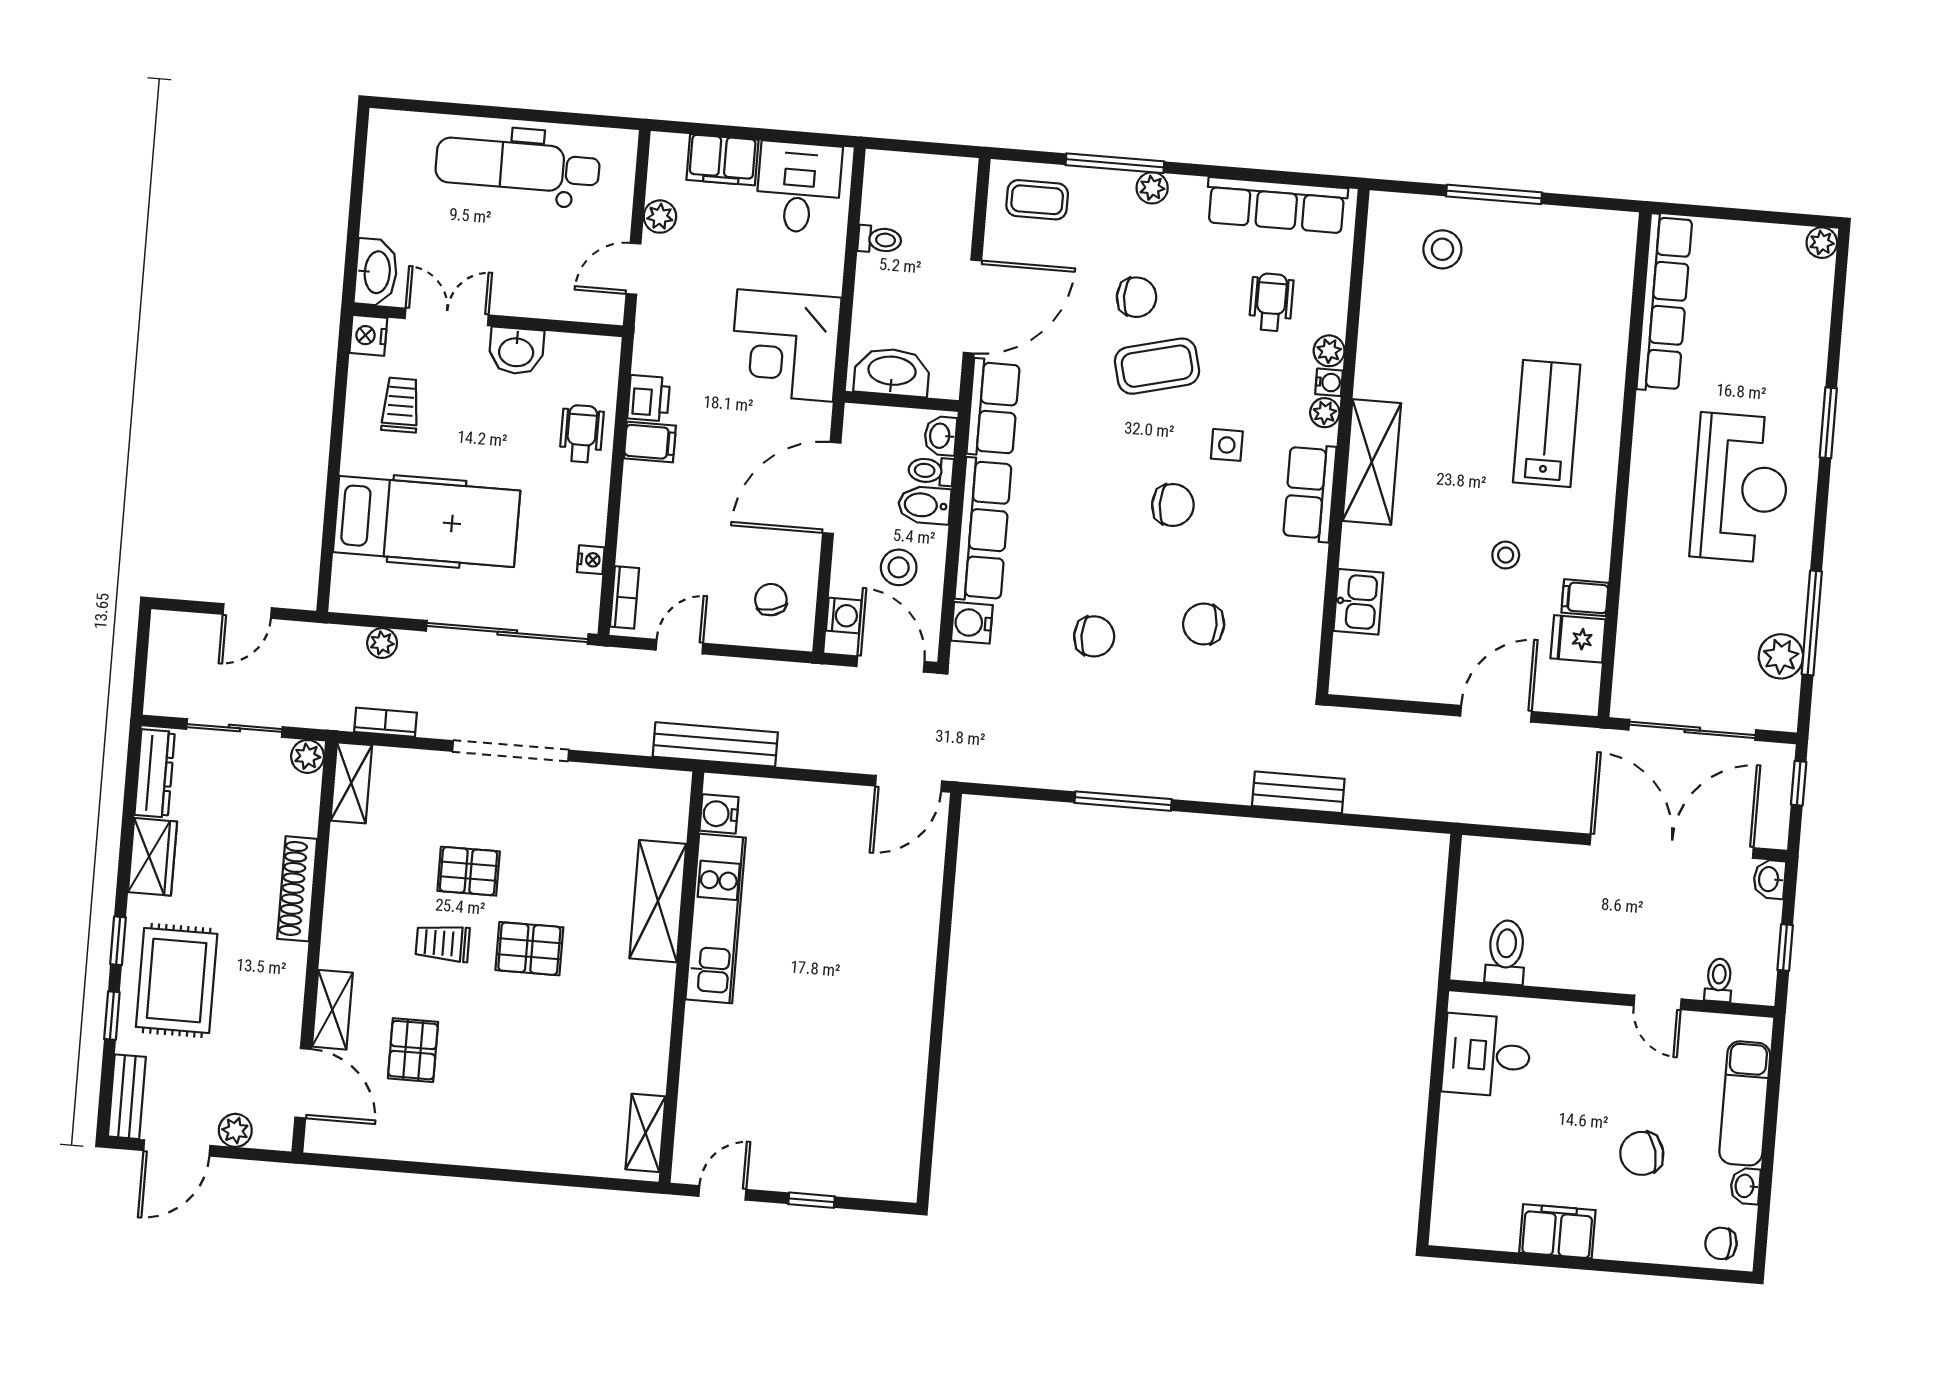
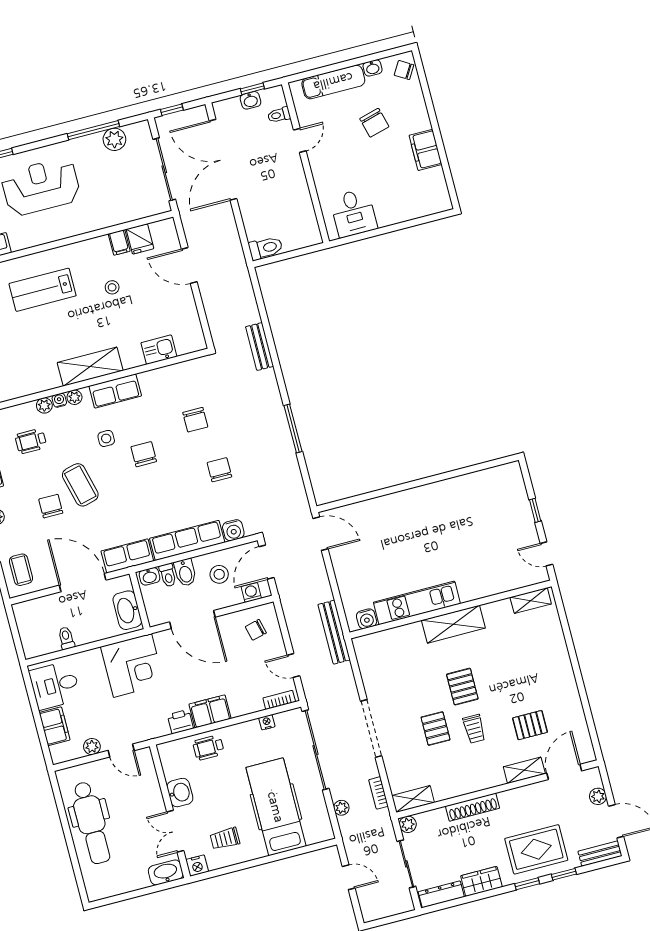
filing cabinet: (650, 442) -> (210, 711), width x2.00
washbasin: (1769, 879) -> (251, 100), moved
shelving: (658, 901) -> (453, 624), moved
toilet: (1506, 952) -> (266, 248), moved, turned 180
chair: (1721, 1243) -> (404, 70), turned 121

